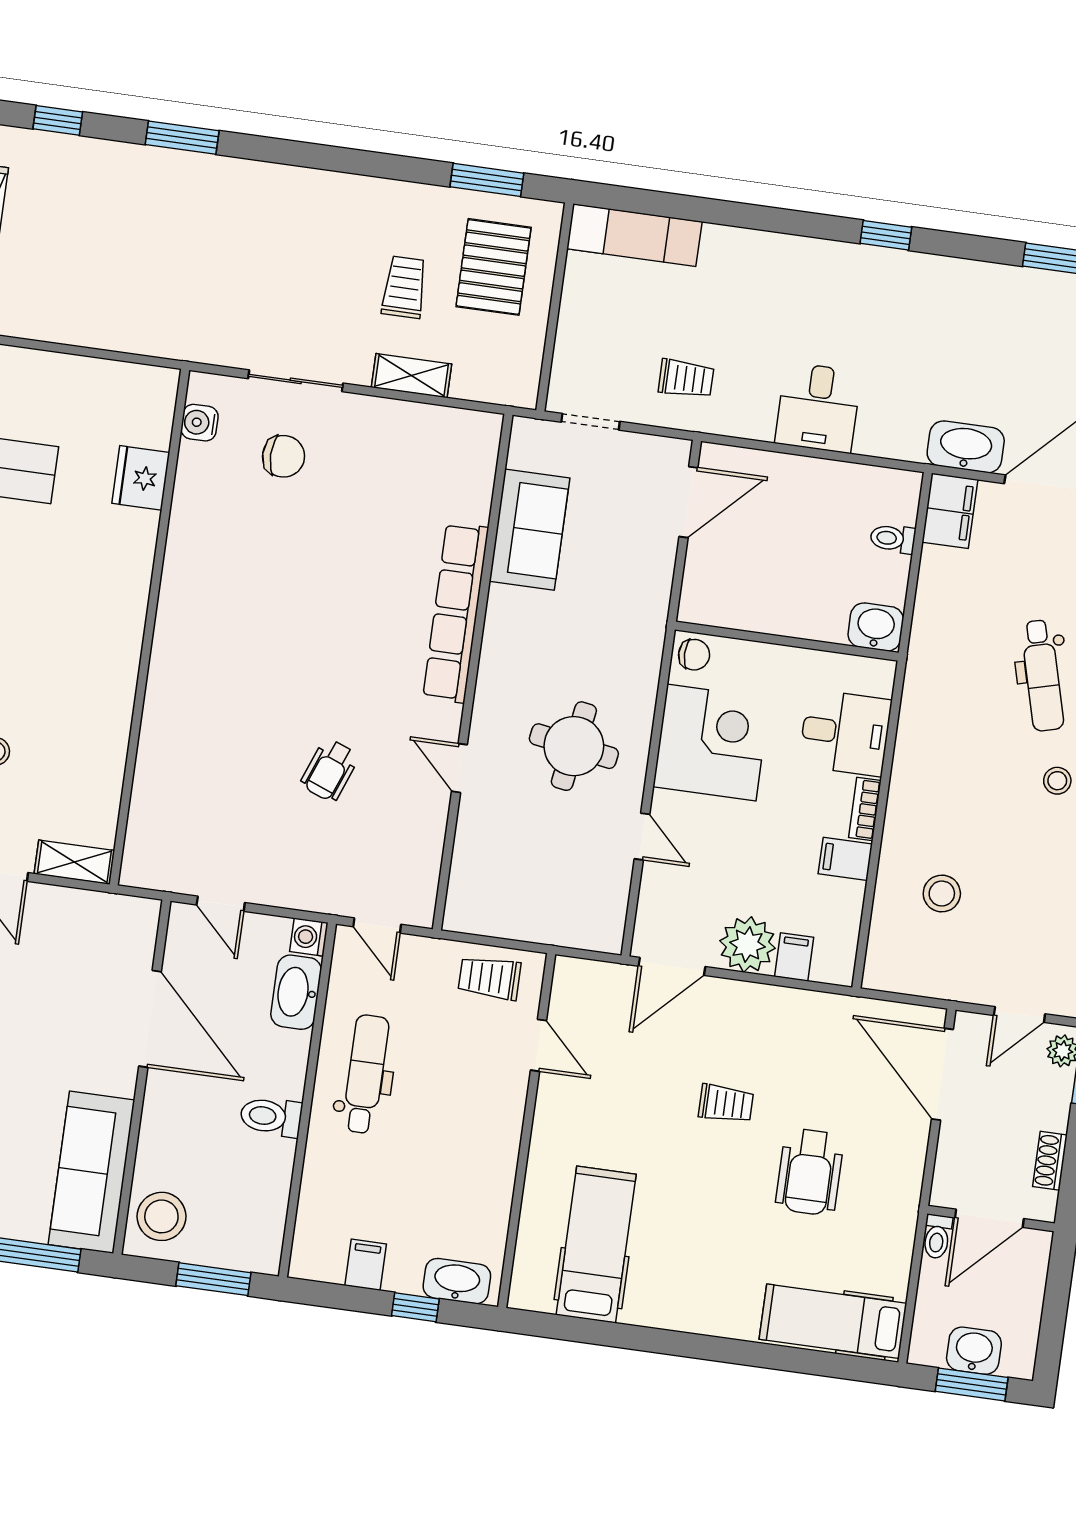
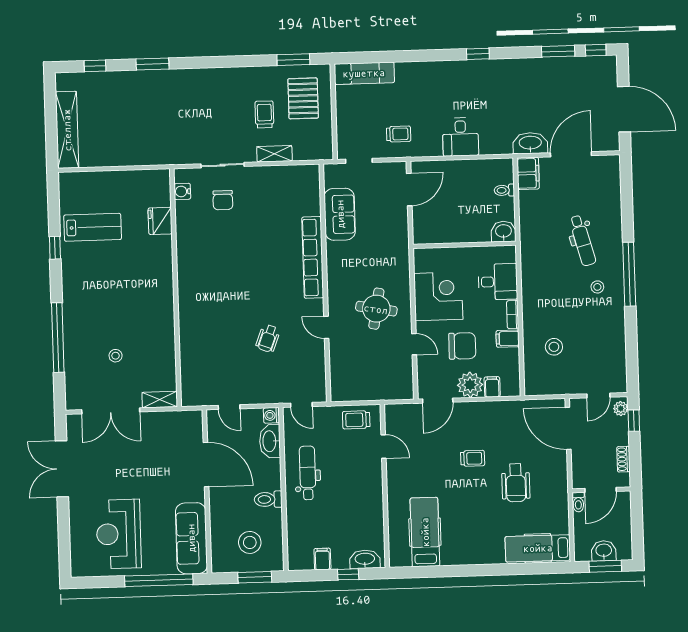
chair: (284, 456) -> (223, 200), turned 90
chair: (694, 655) -> (462, 346), moved, width x1.87, depth x1.87
stool: (161, 1216) -> (250, 542), moved

